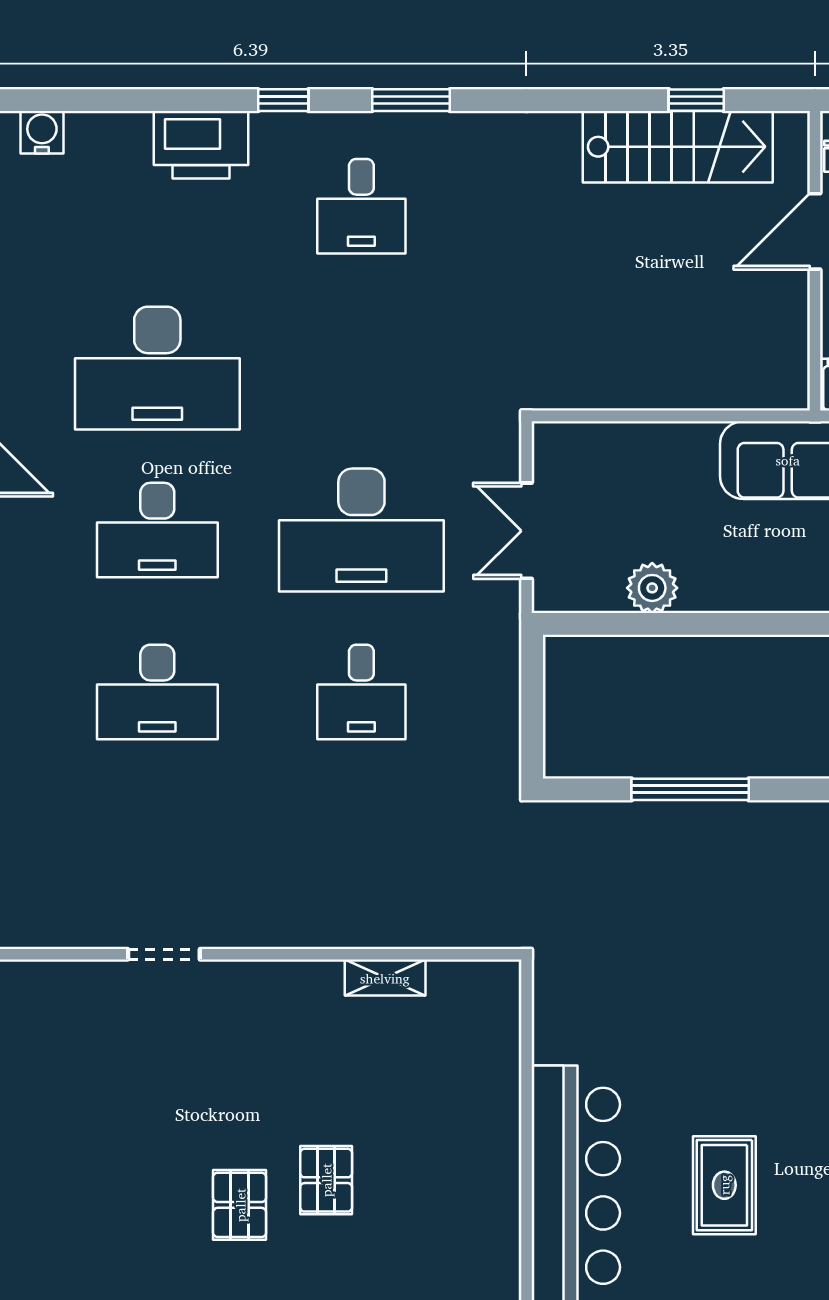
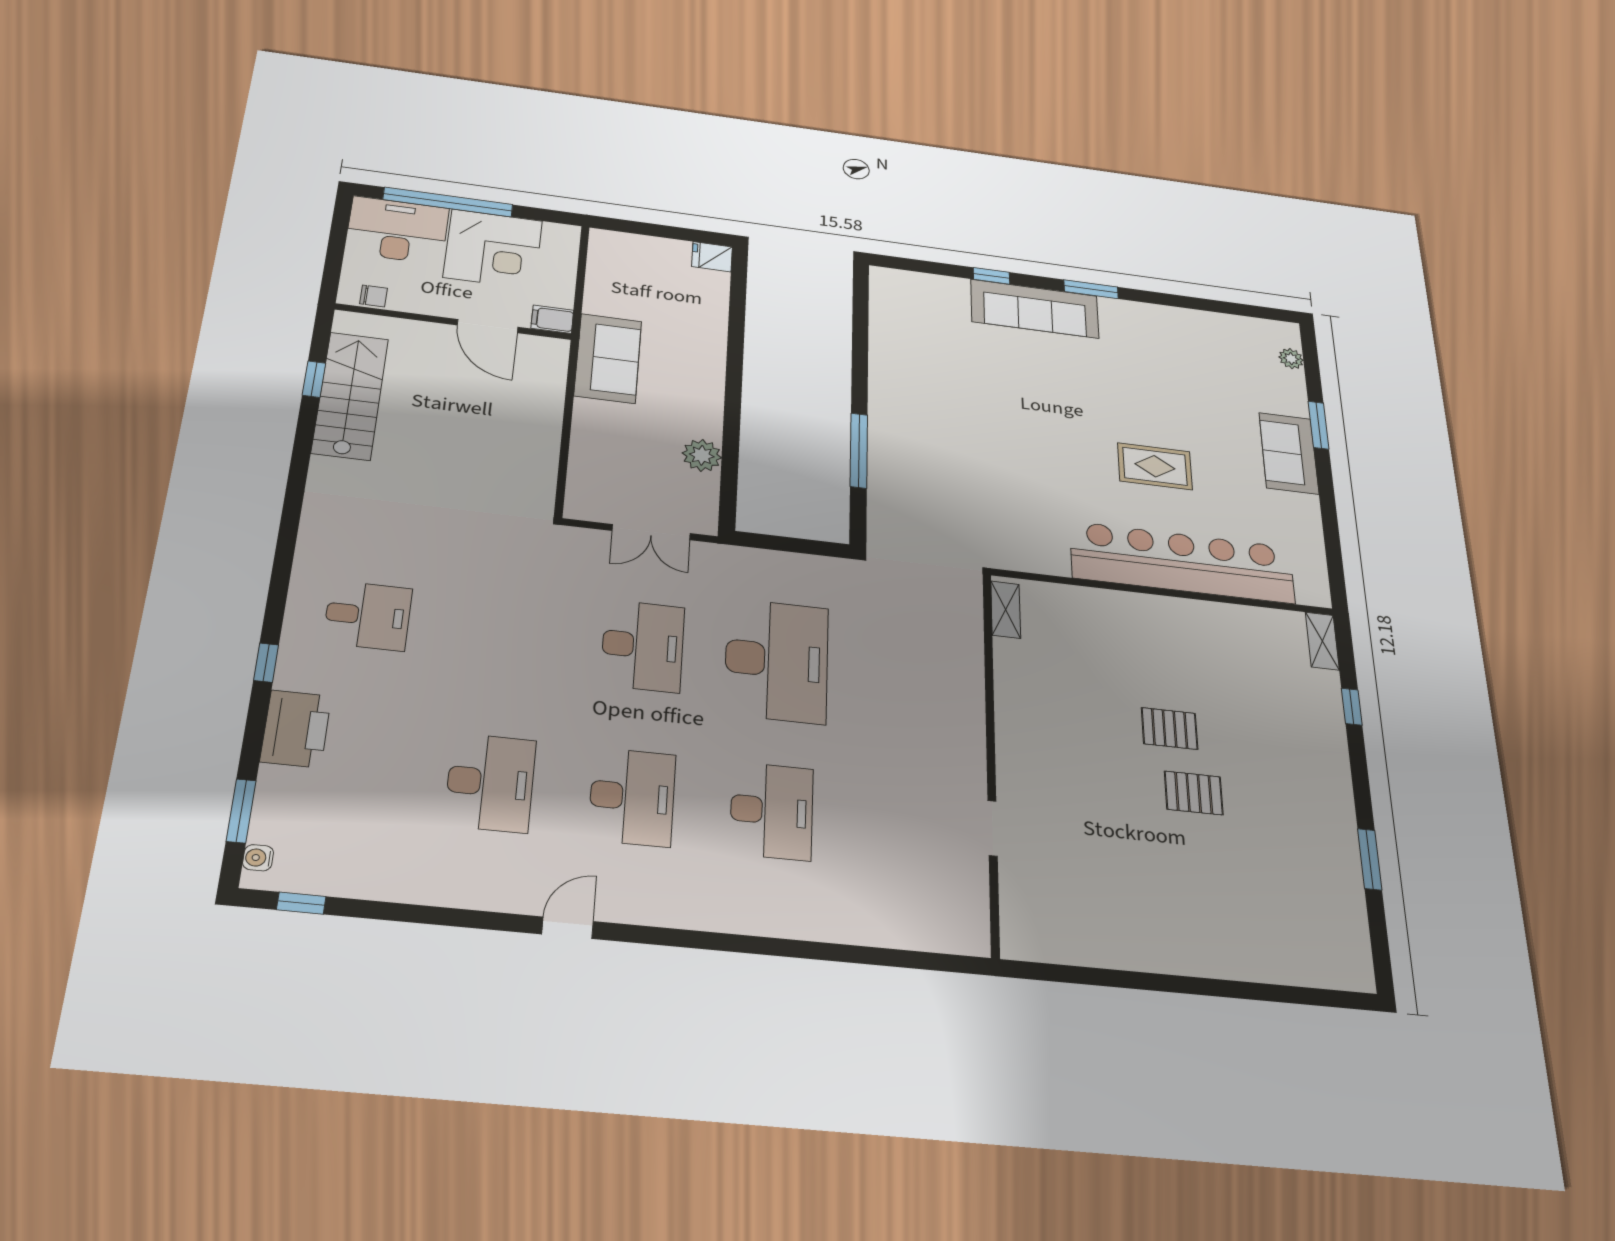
window: (411, 100) -> (241, 811), moved
water cooler: (42, 132) -> (258, 858), width x0.72, depth x0.72
door: (815, 231) -> (488, 326), moved
desk: (157, 368) -> (490, 783), width x0.73, depth x0.77
desk: (361, 530) -> (643, 646), width x0.73, depth x0.77
desk: (361, 692) -> (777, 661), width x1.87, depth x1.30
shelving: (385, 978) -> (1006, 610), moved

